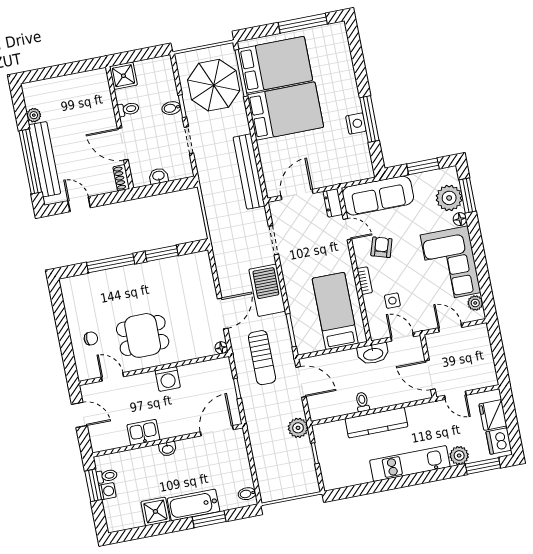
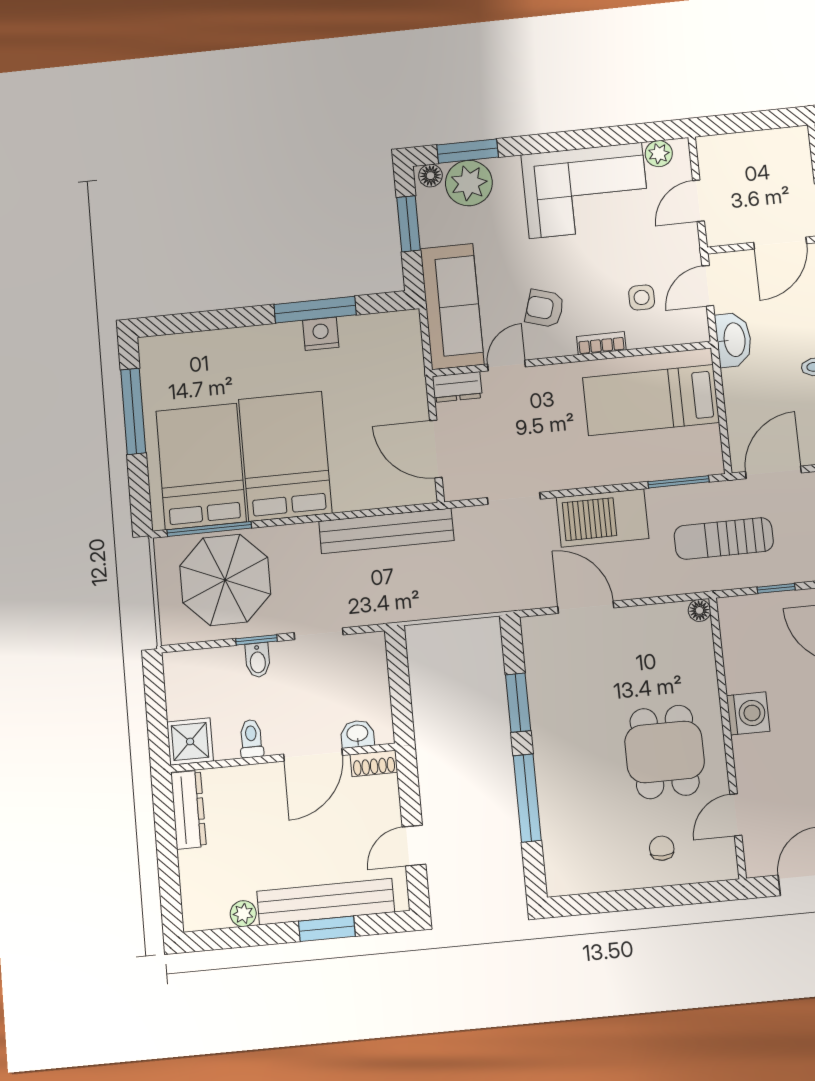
dresser: (86, 79) -> (188, 810), added
window: (30, 161) -> (327, 929), width x0.47
washbasin: (158, 176) -> (357, 734), moved, turned 90
floor lamp: (460, 219) -> (430, 176), moved
door: (223, 313) -> (586, 607), moved
sun lounger: (262, 358) -> (724, 539), turned 180

